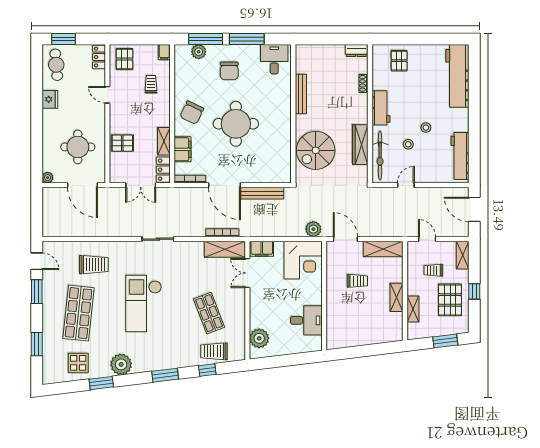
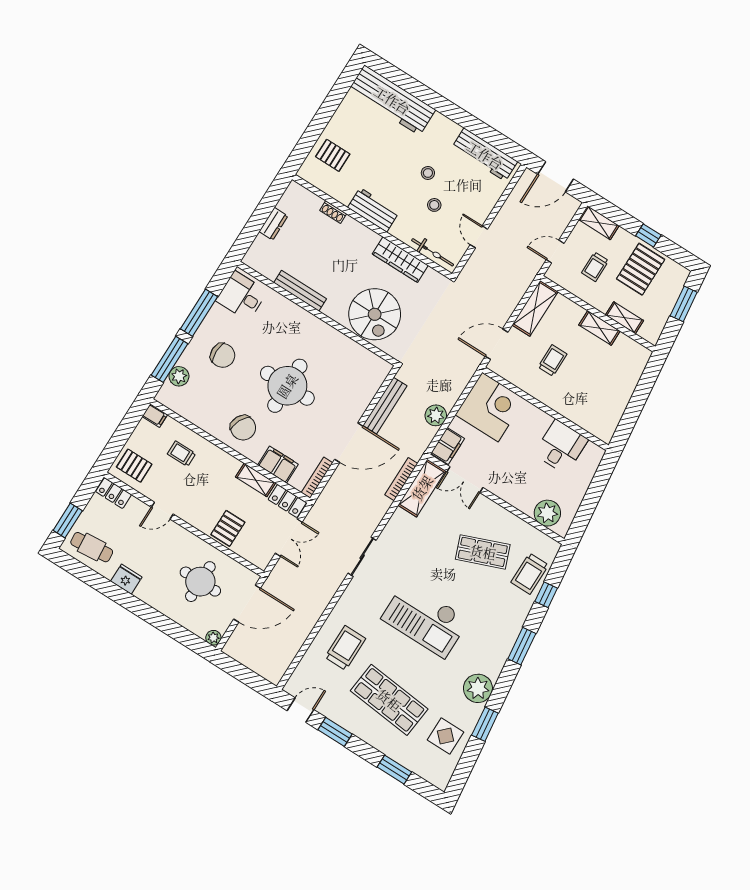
dresser: (356, 51) -> (273, 224), moved
bicycle: (380, 156) -> (433, 252), width x0.73, depth x0.71
plant: (313, 229) -> (436, 415), moved
pallet: (450, 300) -> (641, 269), turned 90

